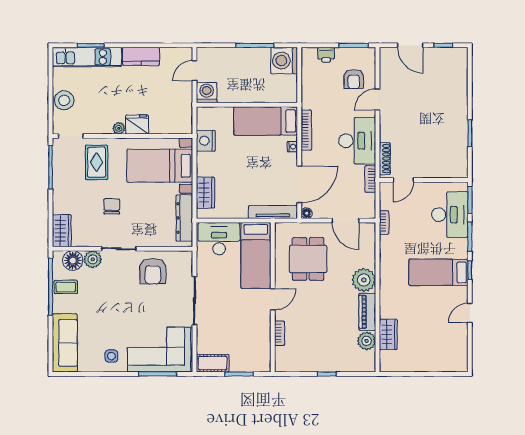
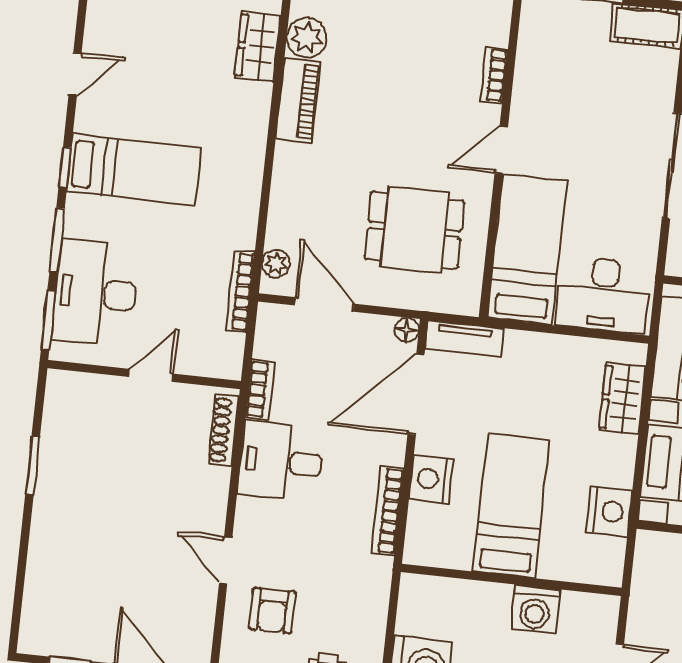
armchair: (354, 79) -> (272, 610), turned 180
washing machine: (207, 93) -> (535, 609), moved
door: (377, 100) -> (226, 560), swing flipped
bed: (266, 121) -> (511, 506), moved, turned -90
desk: (357, 141) -> (281, 462), width x0.73
nightstand: (292, 147) -> (431, 479), width x1.89, depth x1.79
door: (403, 180) -> (151, 375), moved
tv unit: (273, 212) -> (465, 339), width x0.71
bookcase: (384, 222) -> (240, 291), width x1.56
dining table: (308, 259) -> (415, 230), turned 90
plant: (364, 280) -> (276, 264), moved, width x0.53, depth x0.53

